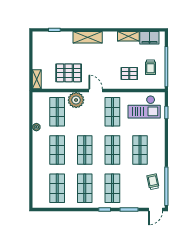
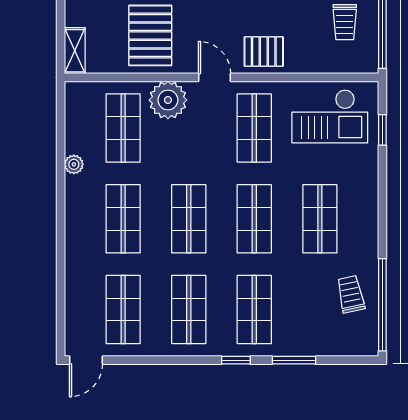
pallet: (69, 73) -> (150, 35), turned 90
pallet: (129, 73) -> (264, 52), moved
door: (155, 210) -> (86, 360), moved

